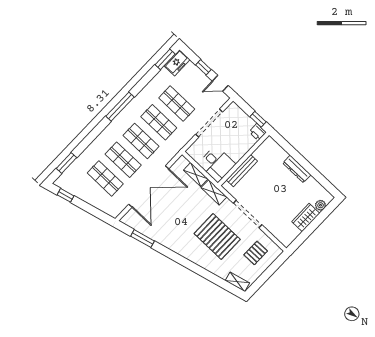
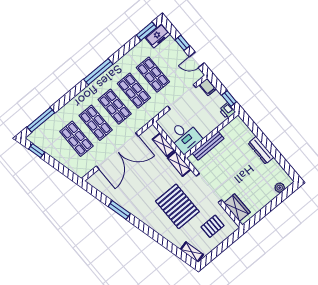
filing cabinet: (235, 110) -> (208, 87), added
window: (66, 163) -> (41, 120), width x1.44
wardrobe: (306, 217) -> (237, 208), moved, turned 90
window: (143, 239) -> (119, 210), moved

